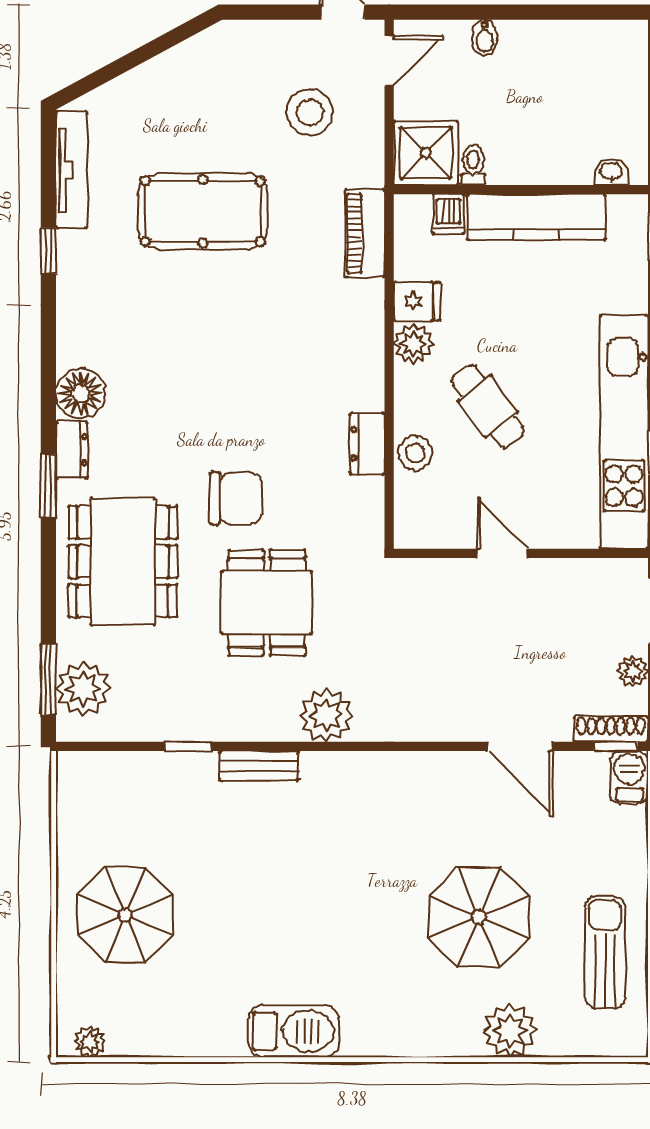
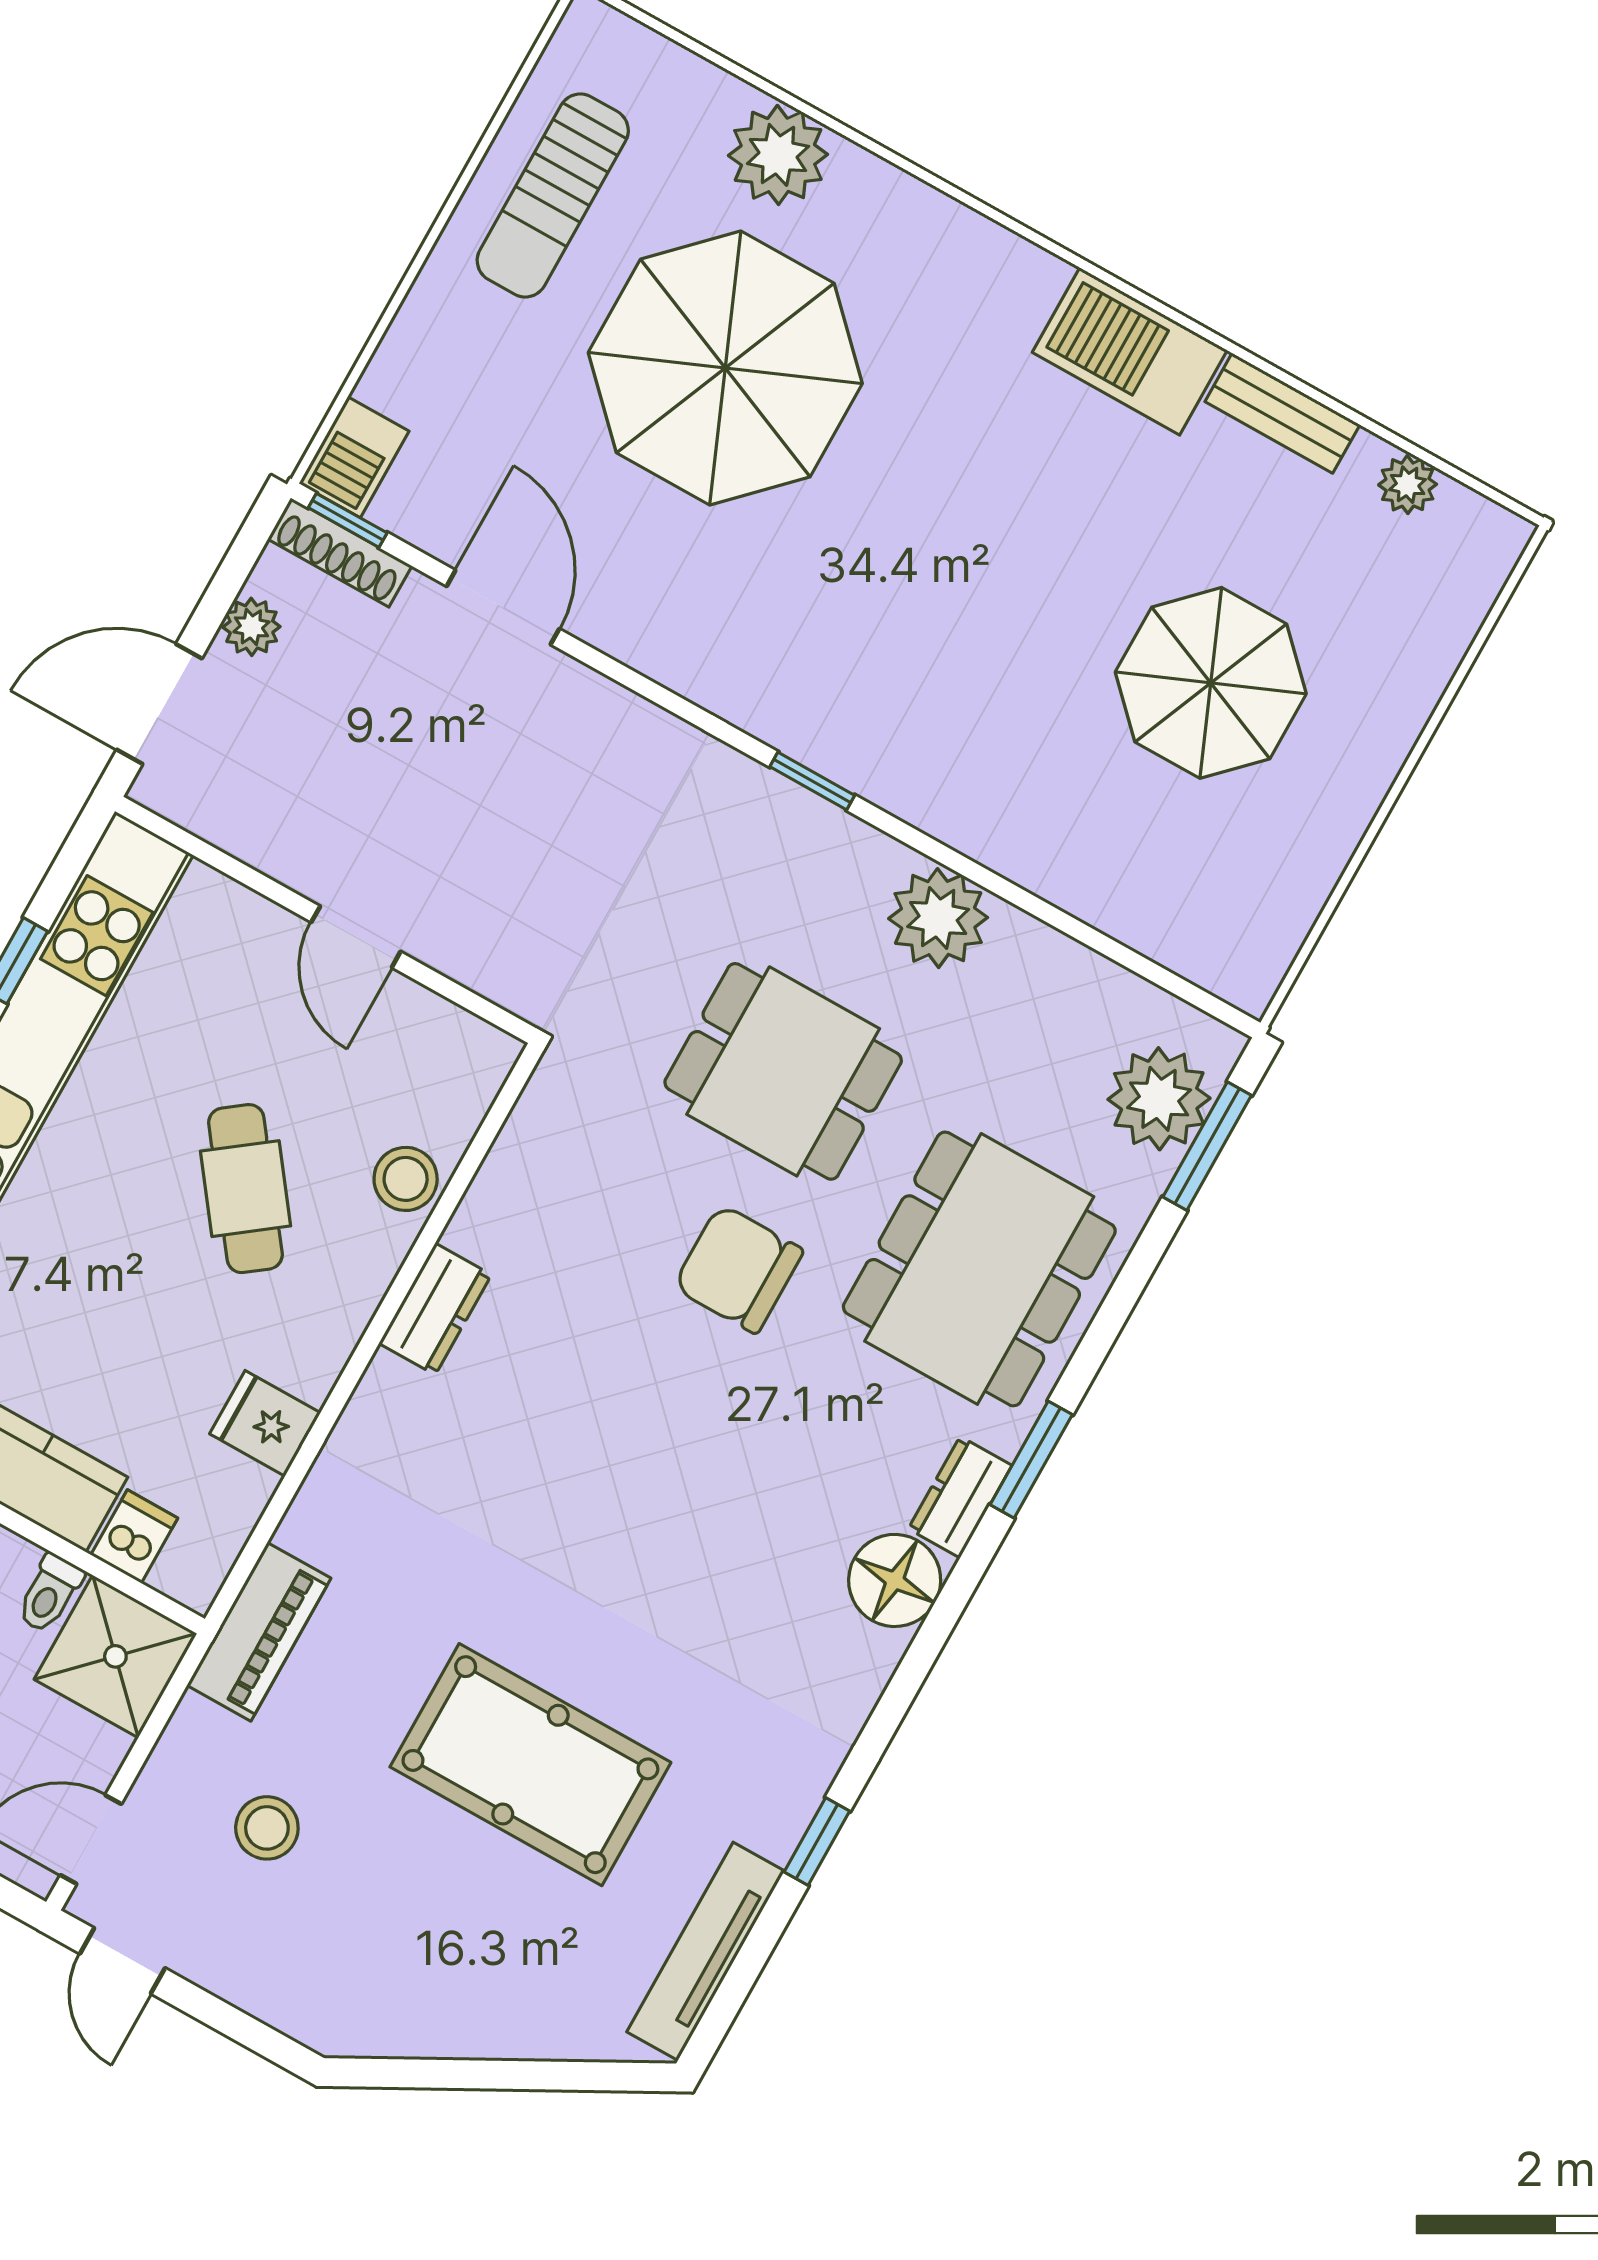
stool: (310, 112) -> (267, 1828), width x0.73, depth x0.73
piano: (365, 233) -> (259, 1632), moved
plant: (413, 344) -> (309, 1358), removed
dresser: (367, 444) -> (435, 1309), moved
dining table: (267, 603) -> (783, 1071), turned 90
plant: (326, 715) -> (938, 918), moved
window: (188, 746) -> (812, 781), moved
bench: (259, 766) -> (1282, 413), moved
parasol: (126, 915) -> (1211, 683), moved
parasol: (479, 917) -> (725, 368), width x1.36, depth x1.36
plant: (90, 1042) -> (1408, 485), moved

